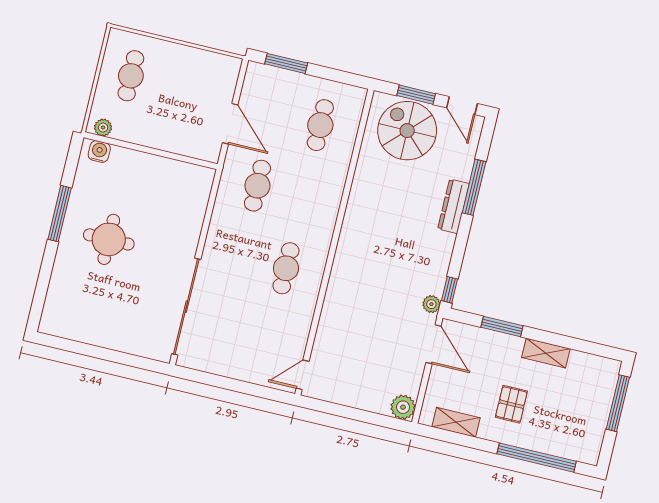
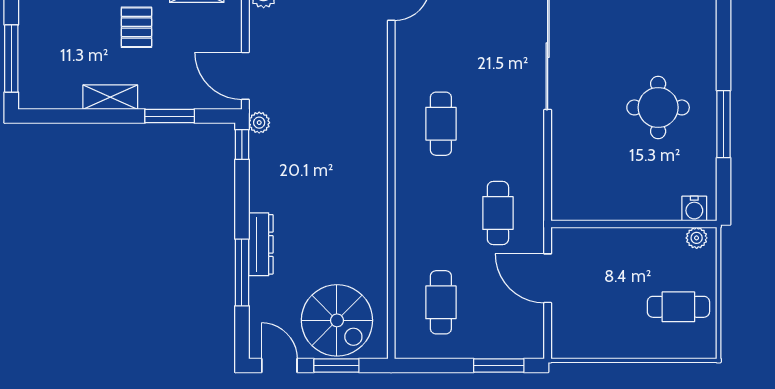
cafe table: (131, 76) -> (678, 307), turned 90

